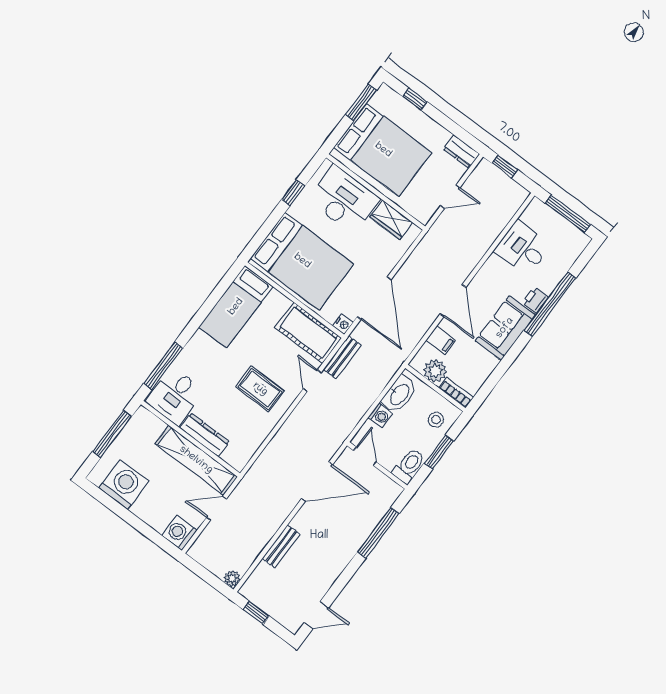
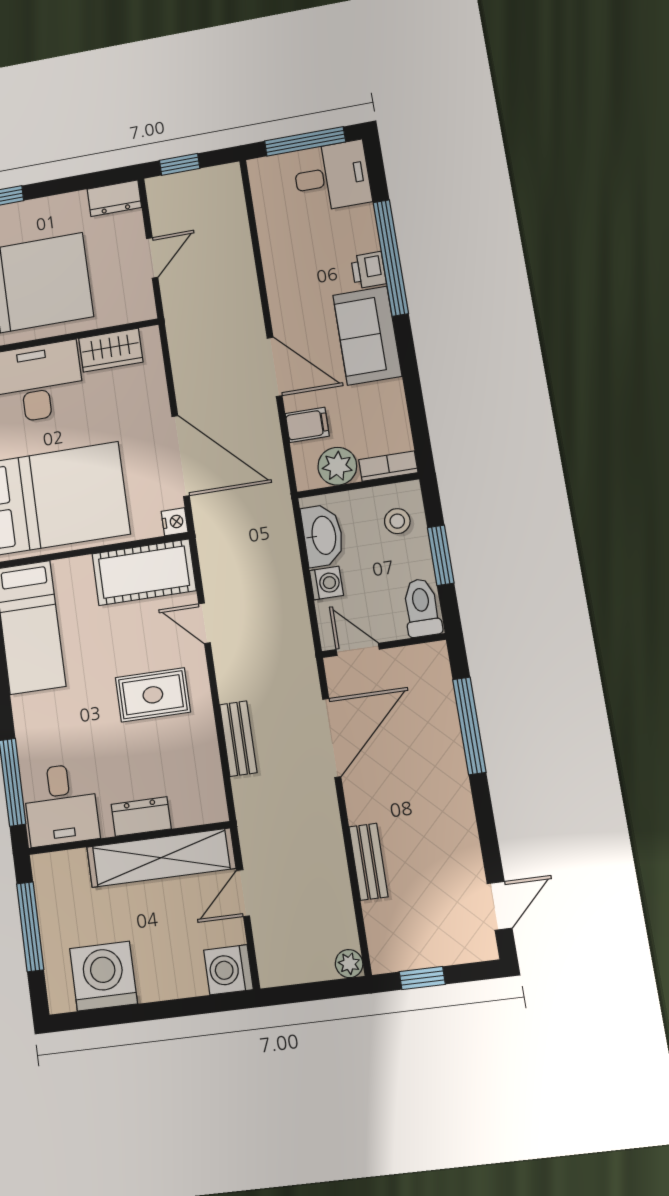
desk: (523, 248) -> (332, 176), moved, turned 180
bench: (342, 358) -> (238, 739), moved
dresser: (205, 435) -> (141, 817), width x0.70

